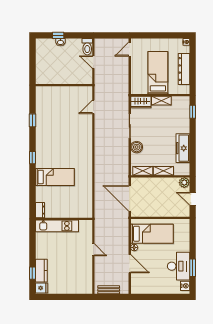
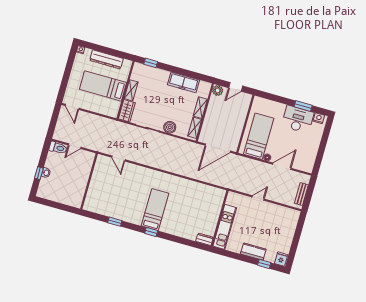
bed: (55, 177) -> (155, 210), moved
kitchen counter: (41, 271) -> (253, 252), moved

